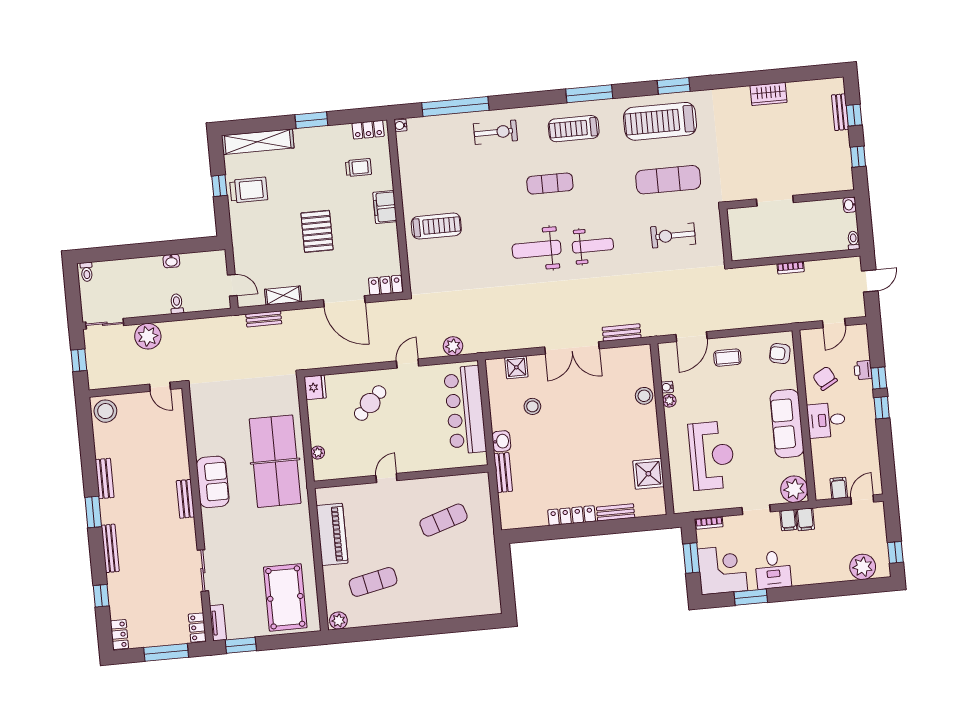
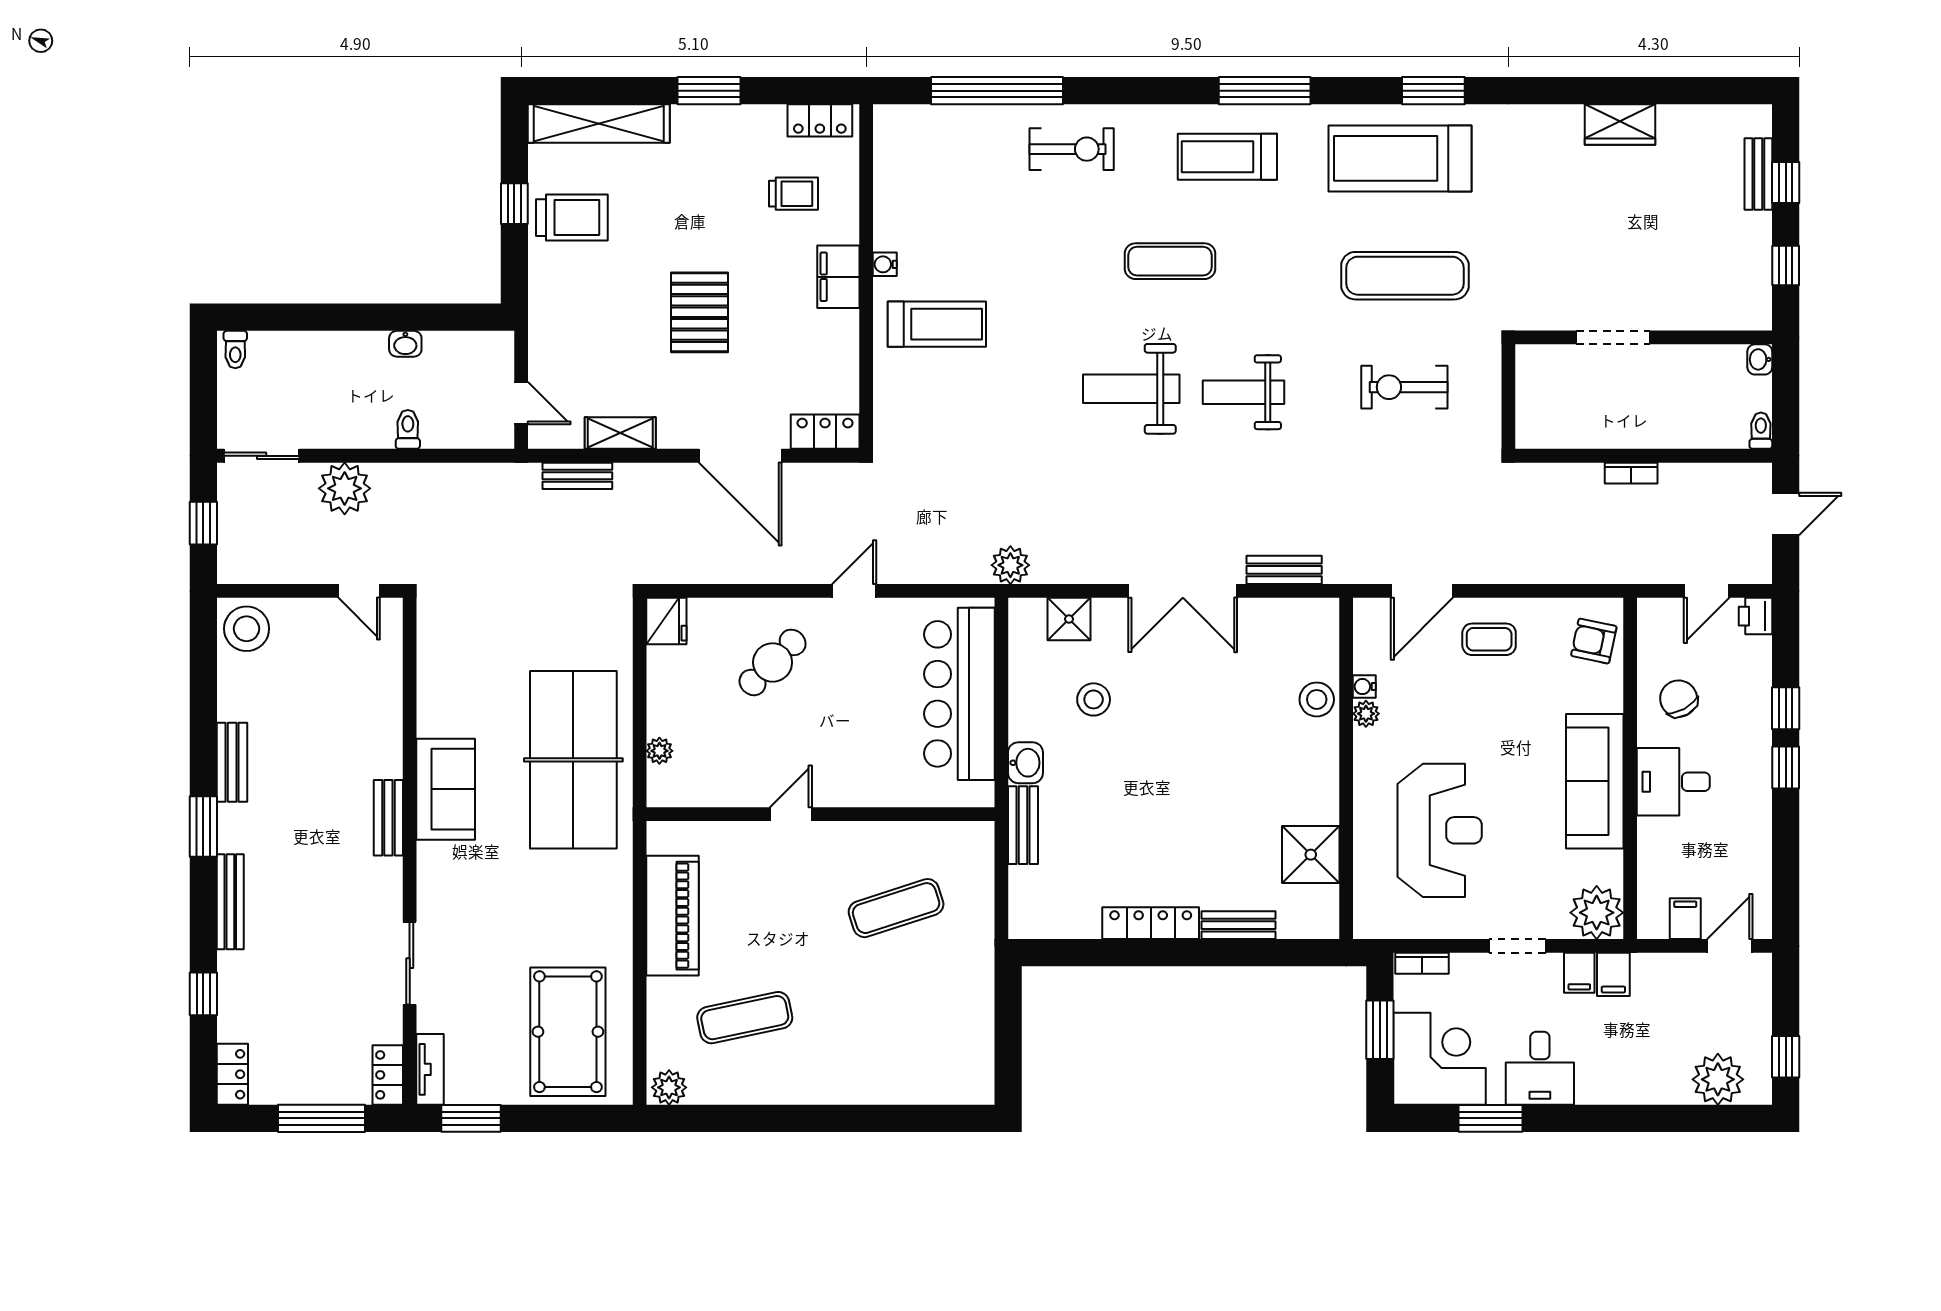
water cooler: (400, 125) -> (885, 264), moved
weight bench: (593, 246) -> (1243, 392), turned 180
plant: (453, 346) -> (1010, 565), moved
printer: (863, 370) -> (1755, 616), moved

